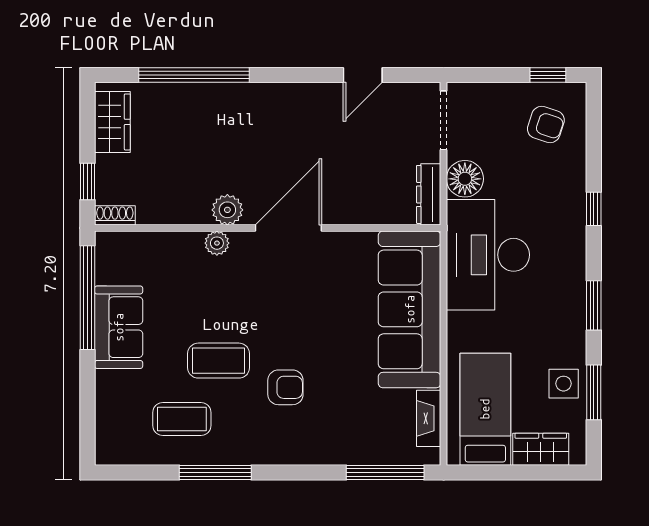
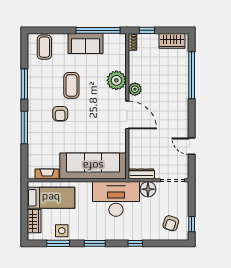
plant: (217, 243) -> (116, 80), width x1.88, depth x1.88
coffee table: (182, 419) -> (44, 47), moved
window: (385, 473) -> (24, 128), moved

